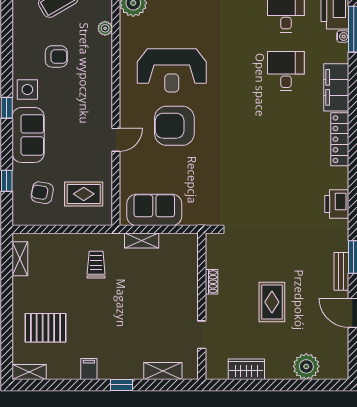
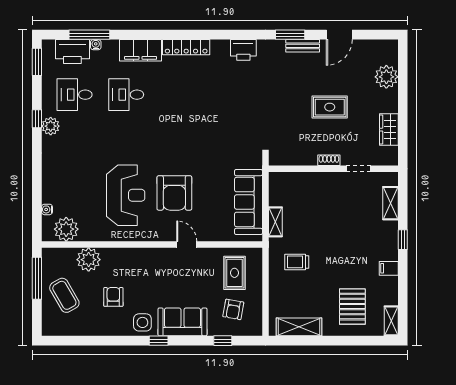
plant: (105, 28) -> (89, 260), width x1.87, depth x1.87
sofa: (154, 210) -> (248, 202), width x1.36
shelving: (20, 259) -> (299, 327), width x1.50, depth x1.33
shoe rack: (211, 282) -> (329, 160), moved

